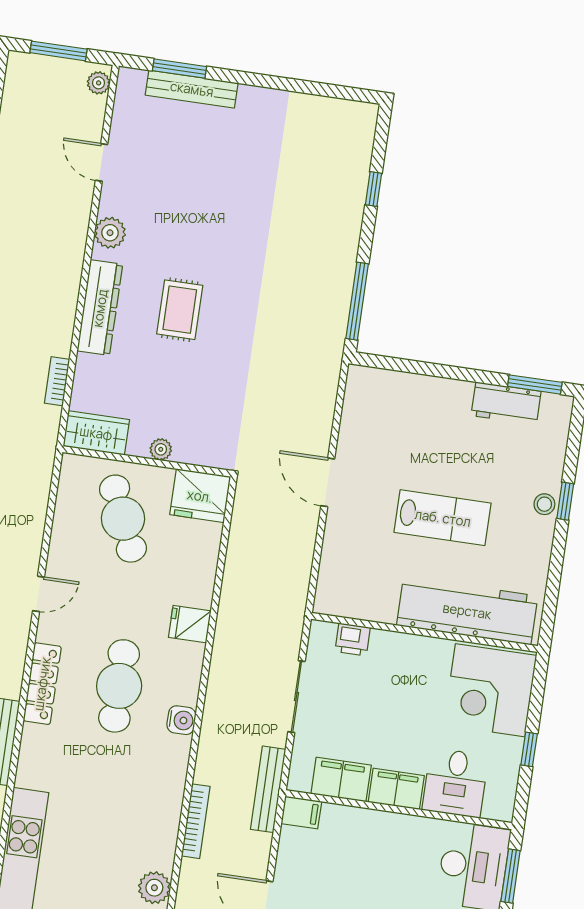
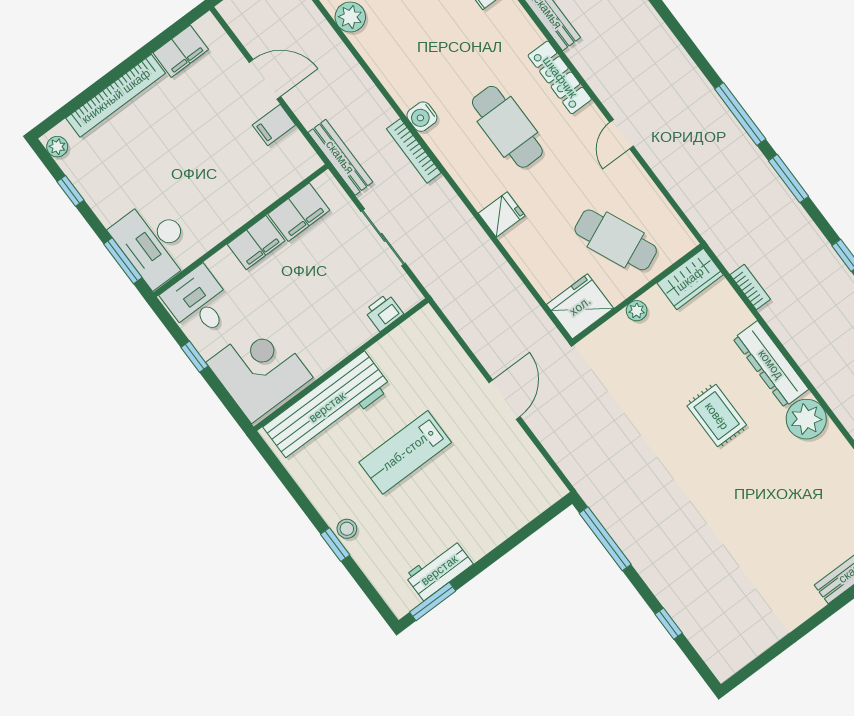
plant: (110, 233) -> (806, 419), width x1.36, depth x1.36
door: (328, 482) -> (504, 400), hinge flipped
water cooler: (181, 720) -> (422, 117), moved
desk: (455, 783) -> (199, 303), moved
filing cabinet: (301, 812) -> (274, 125), moved
bookcase: (196, 821) -> (414, 151), moved

